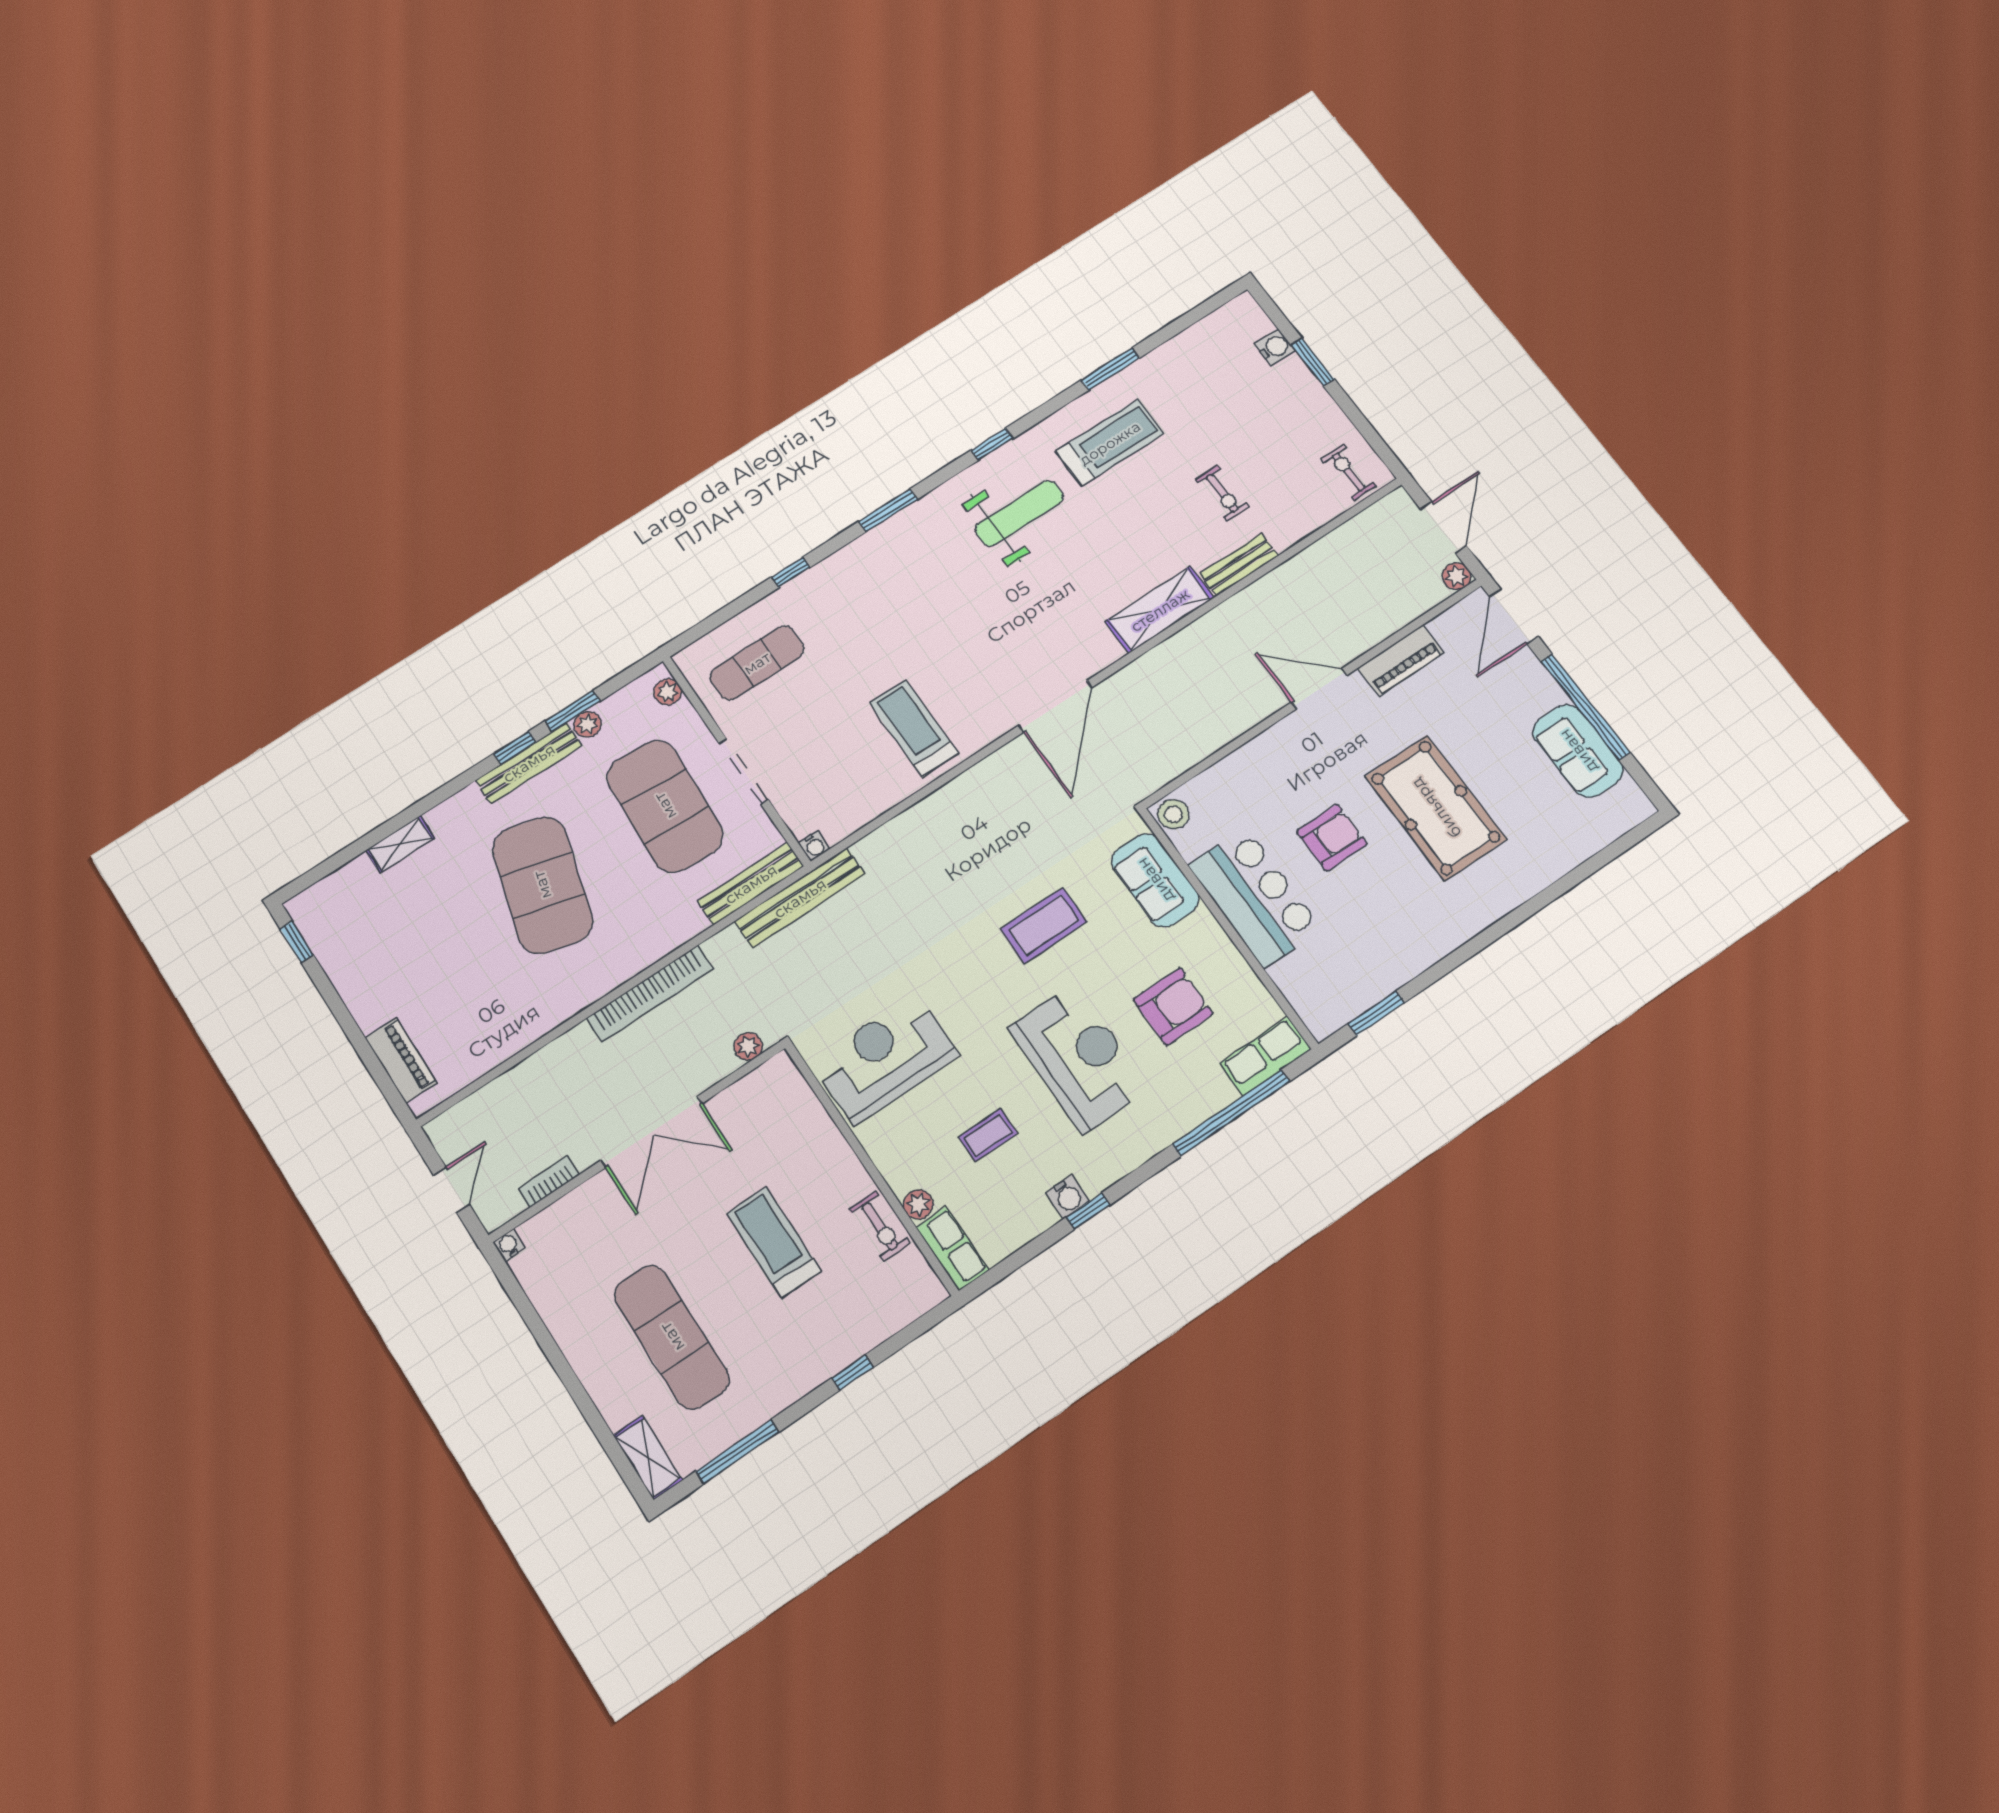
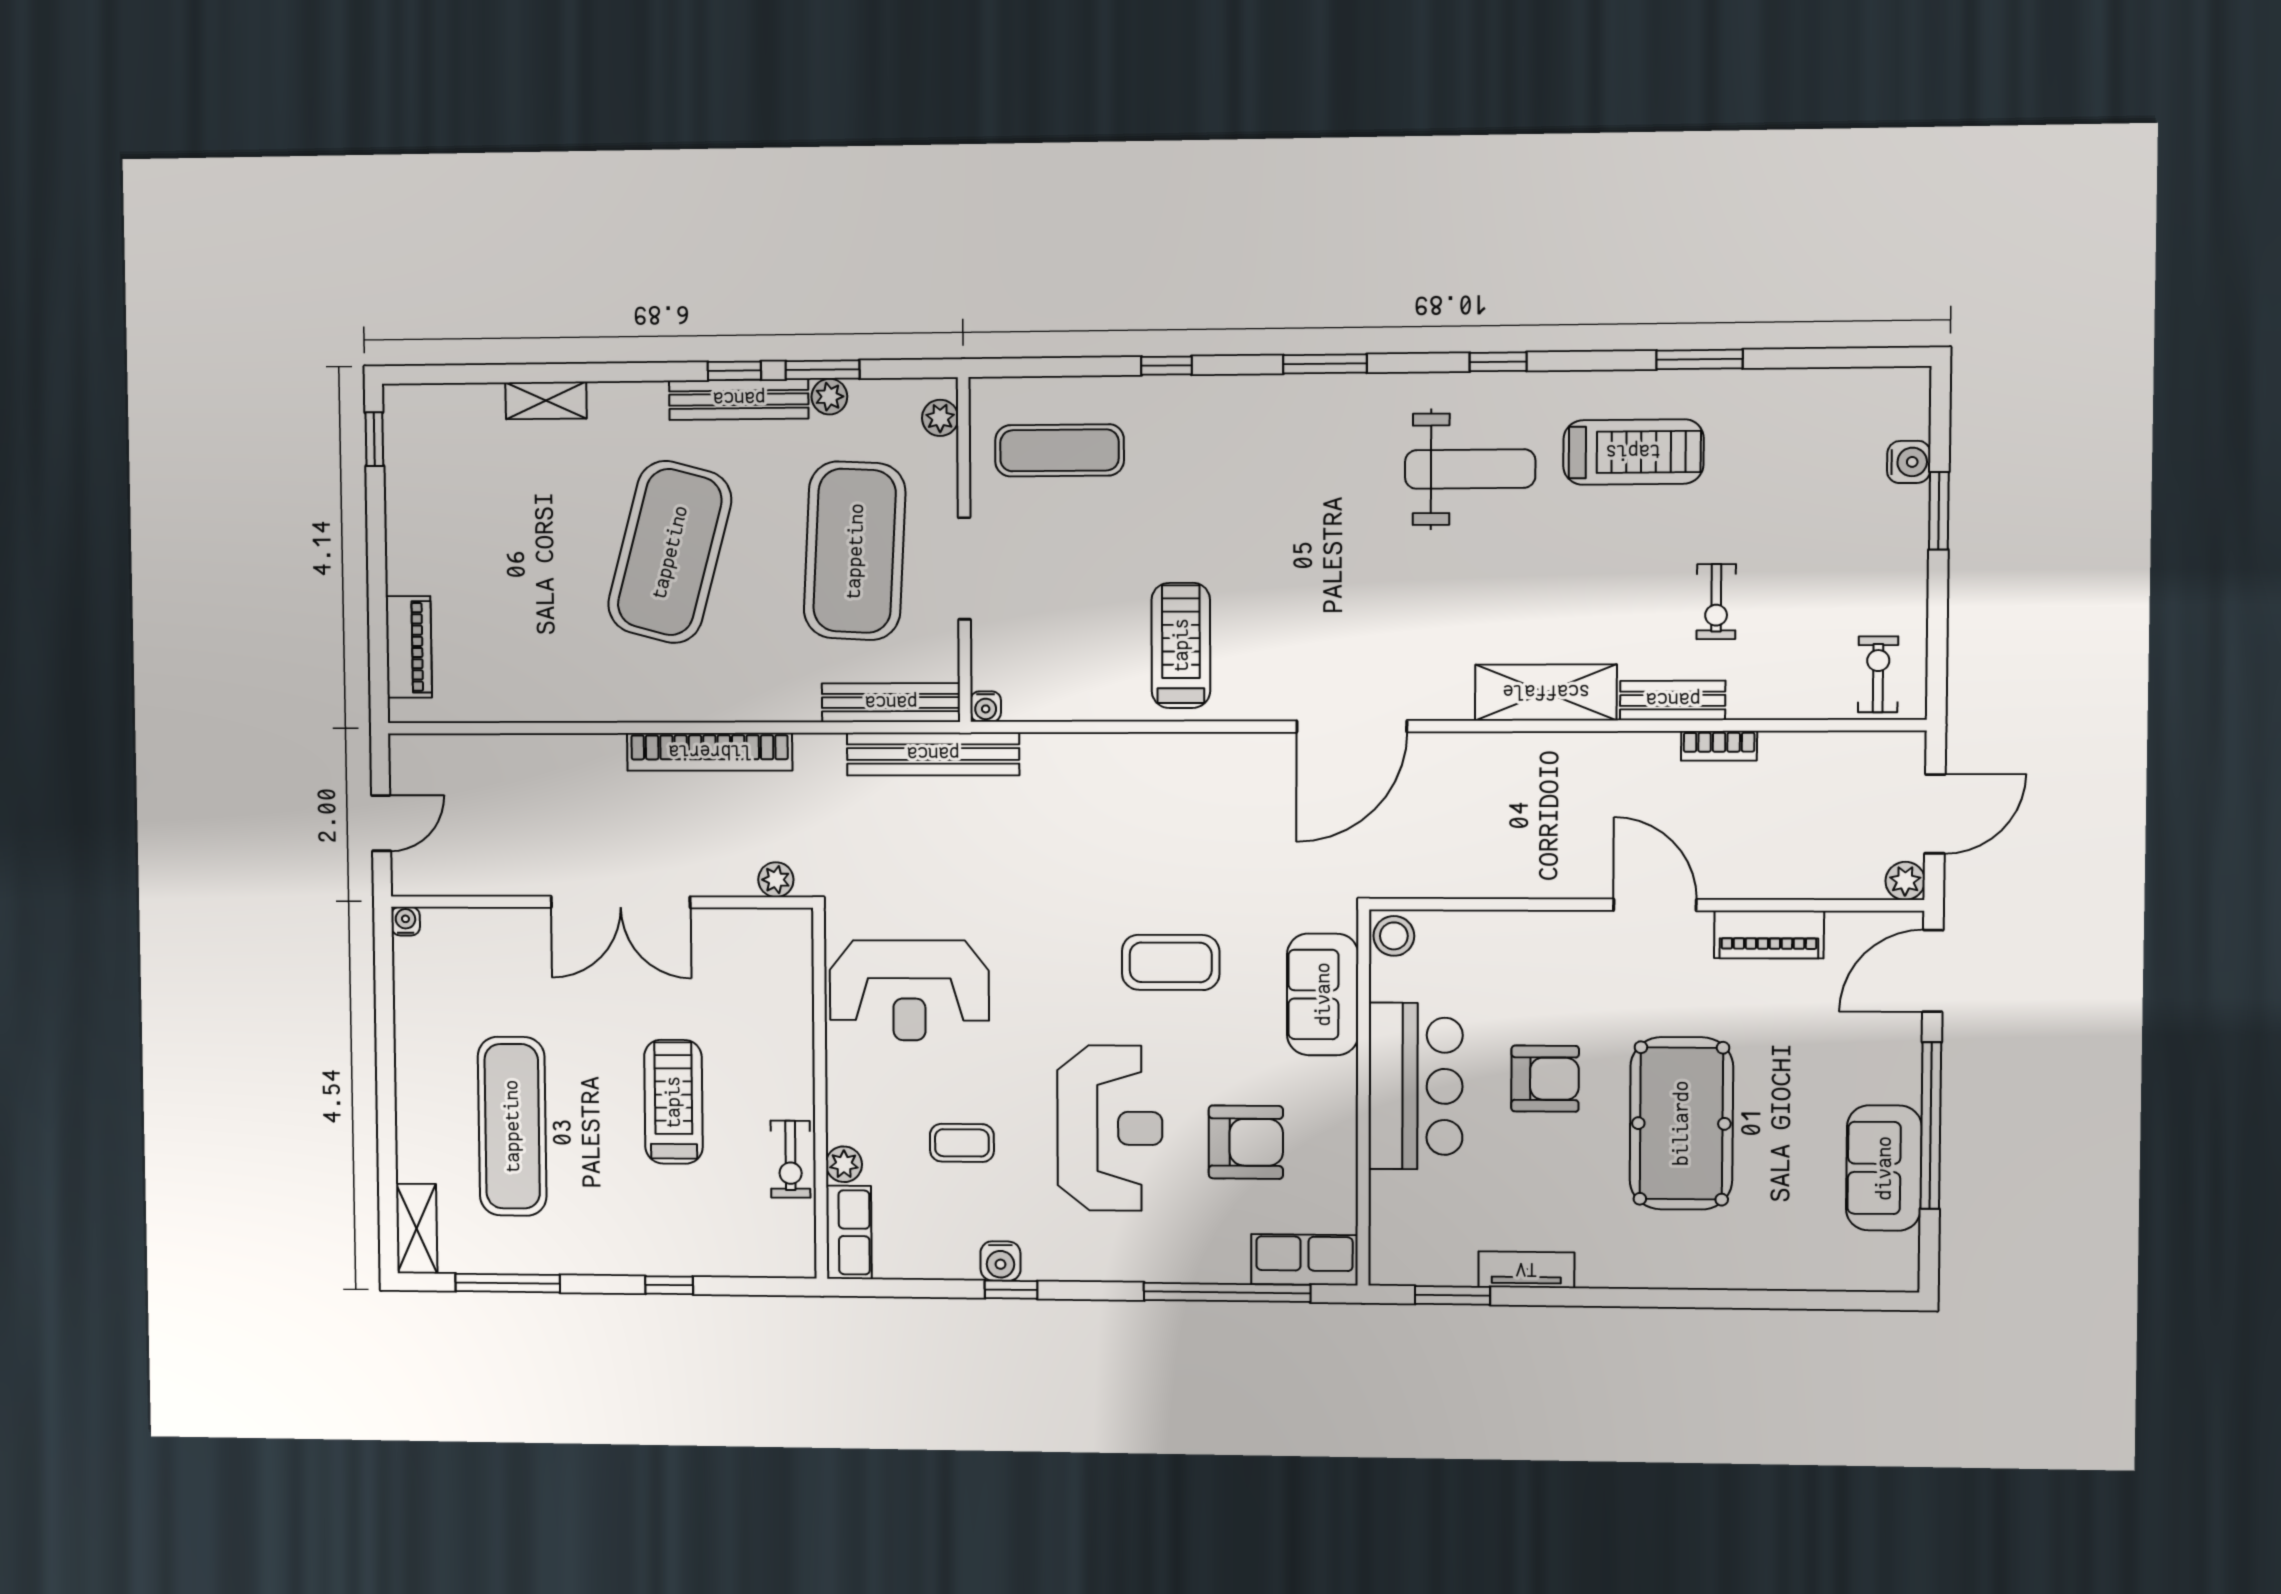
tv unit: (1410, 964) -> (1526, 1270), added
reception desk: (885, 1059) -> (909, 990), turned 180
bookcase: (549, 1182) -> (1719, 746), moved, turned 180

